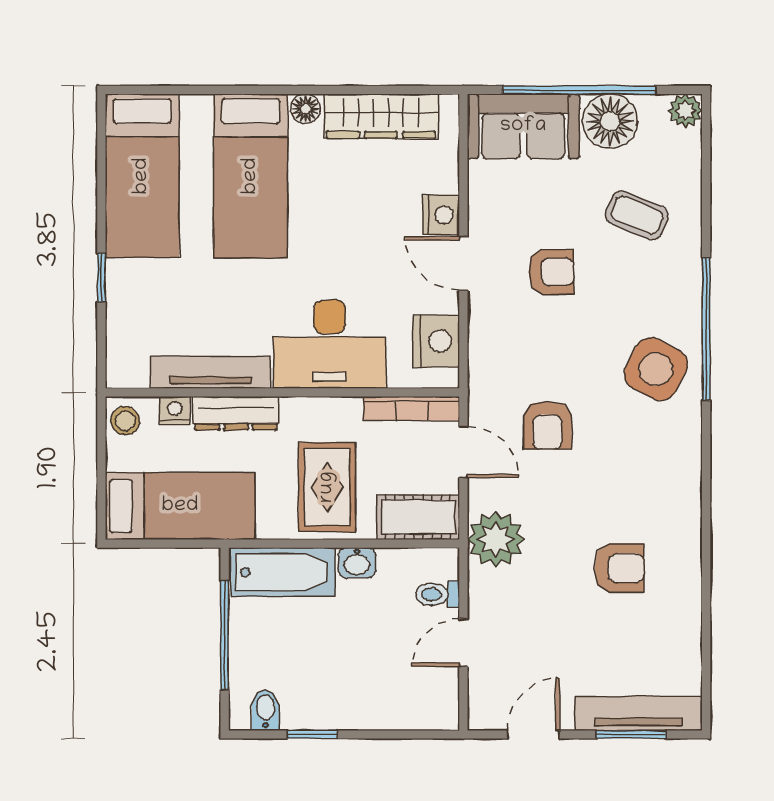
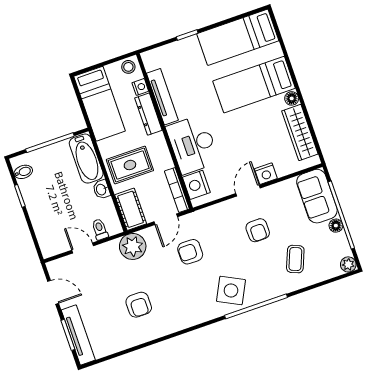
floor lamp: (610, 121) -> (336, 226), width x0.53, depth x0.53
nightstand: (436, 341) -> (196, 185), moved, turned 90

